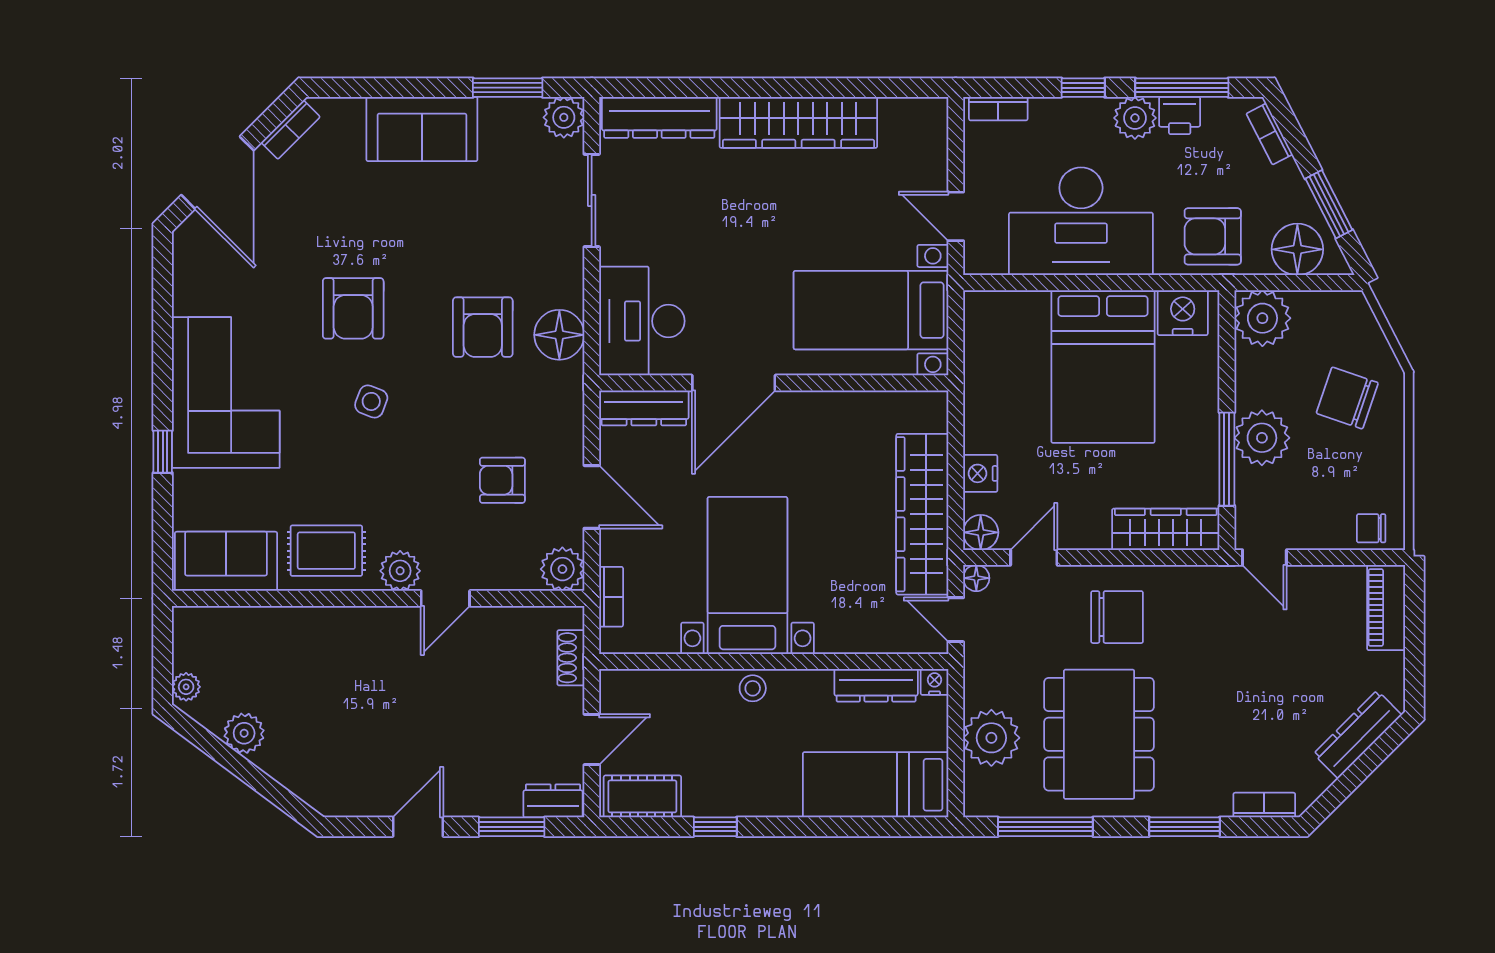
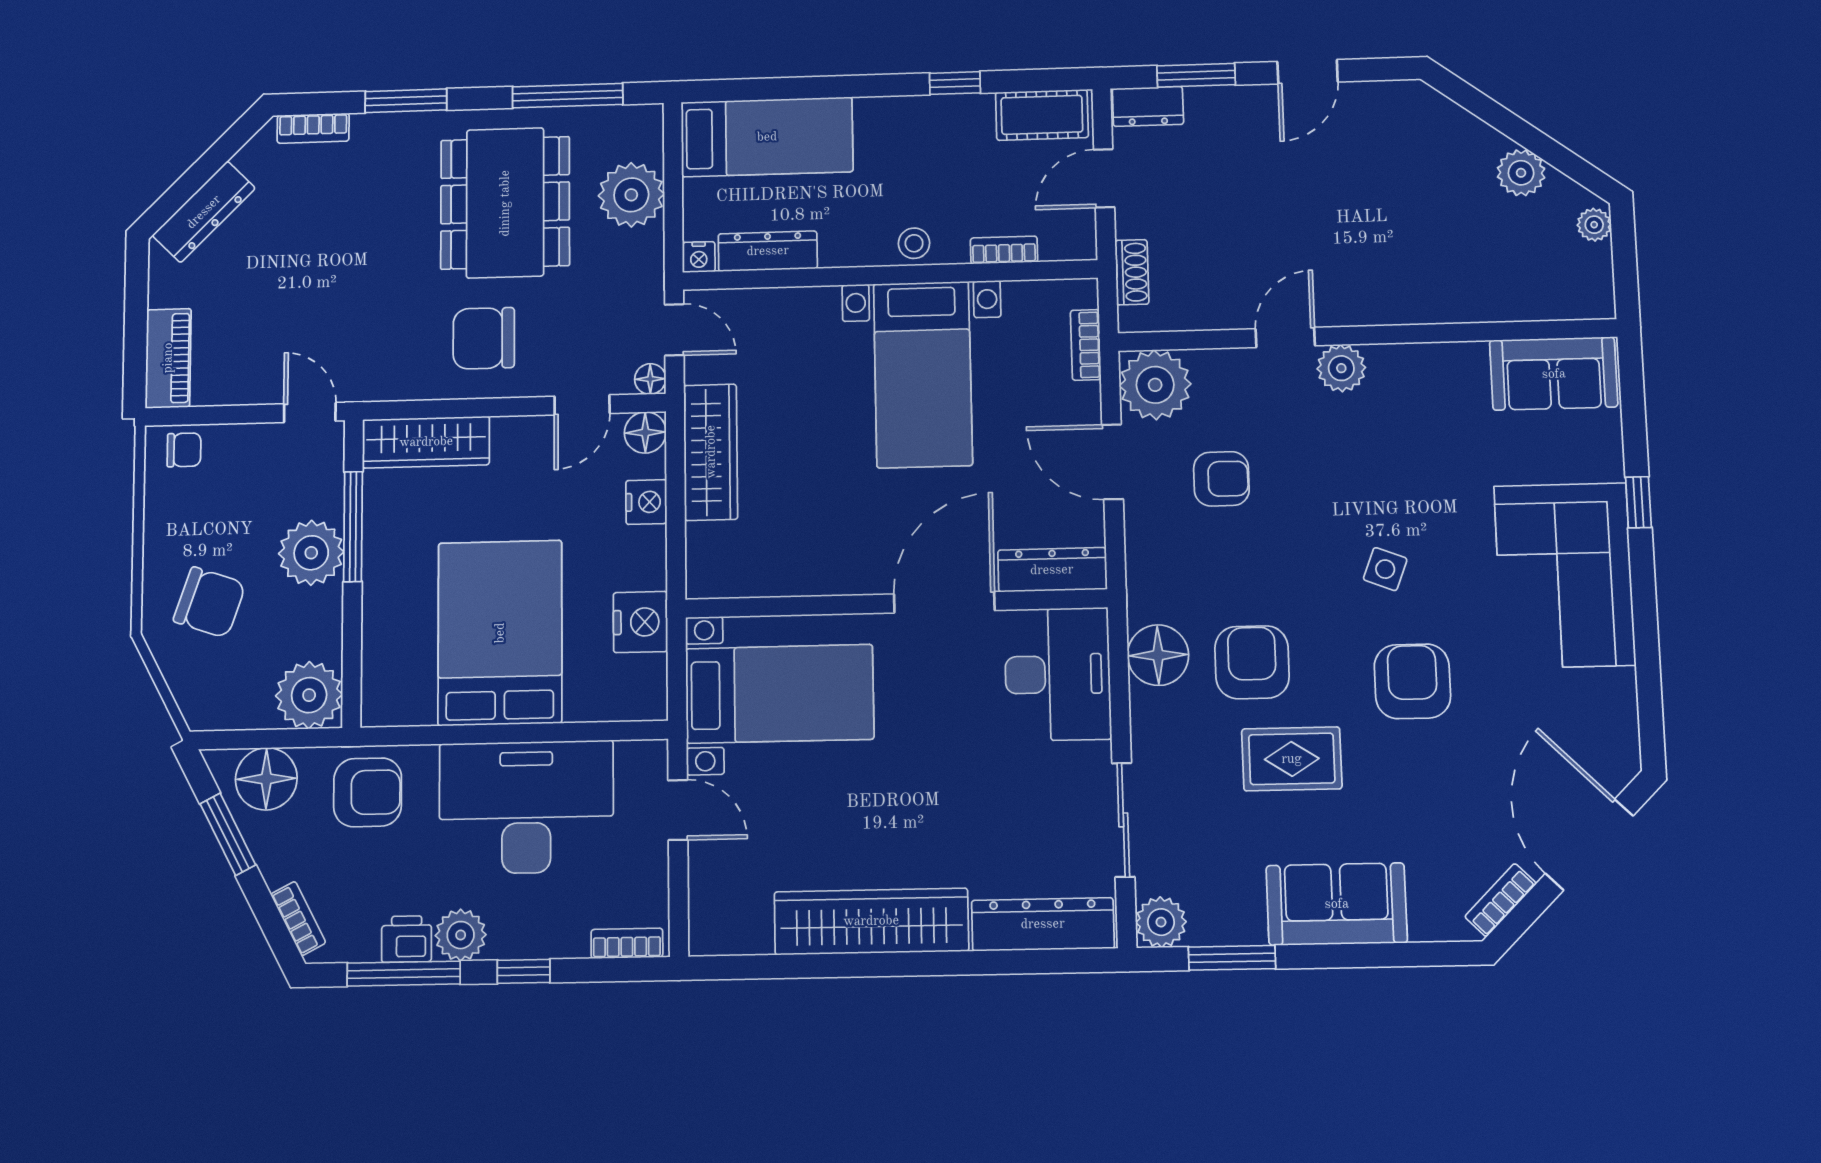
nightstand: (1183, 313) -> (640, 622), moved, turned -90
wardrobe: (922, 514) -> (711, 452), width x0.71, depth x0.85
rug: (326, 551) -> (1292, 759), moved
plant: (562, 569) -> (1155, 385), width x1.36, depth x1.36
bookcase: (677, 680) -> (1004, 250), added

